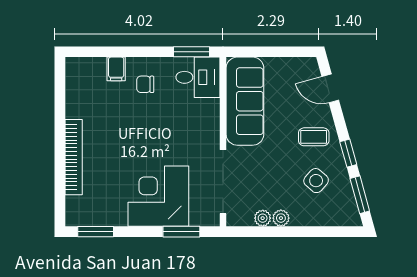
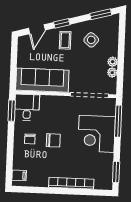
filing cabinet: (116, 69) -> (19, 175), moved
chair: (144, 124) -> (53, 140), added
window: (348, 153) -> (62, 23), moved
window: (181, 232) -> (118, 121), width x1.44

